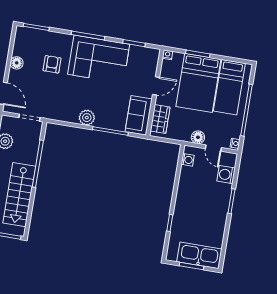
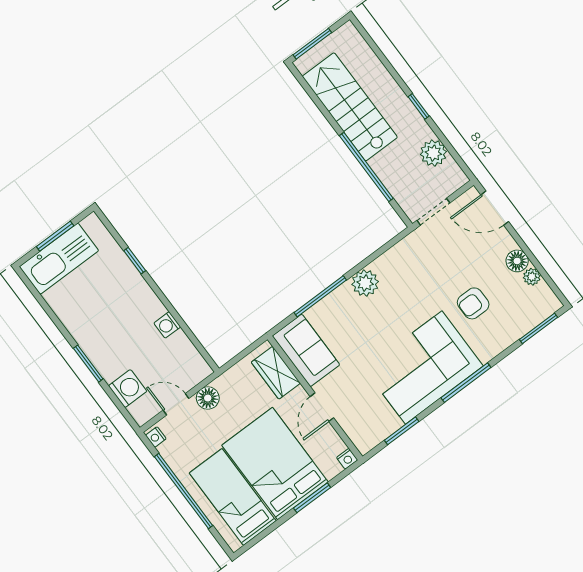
plant: (17, 50) -> (532, 277), added
armchair: (52, 64) -> (473, 303), turned 90
washing machine: (188, 160) -> (167, 325), moved

